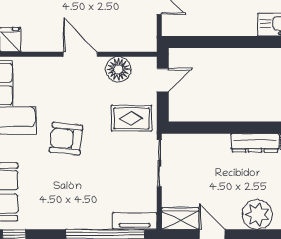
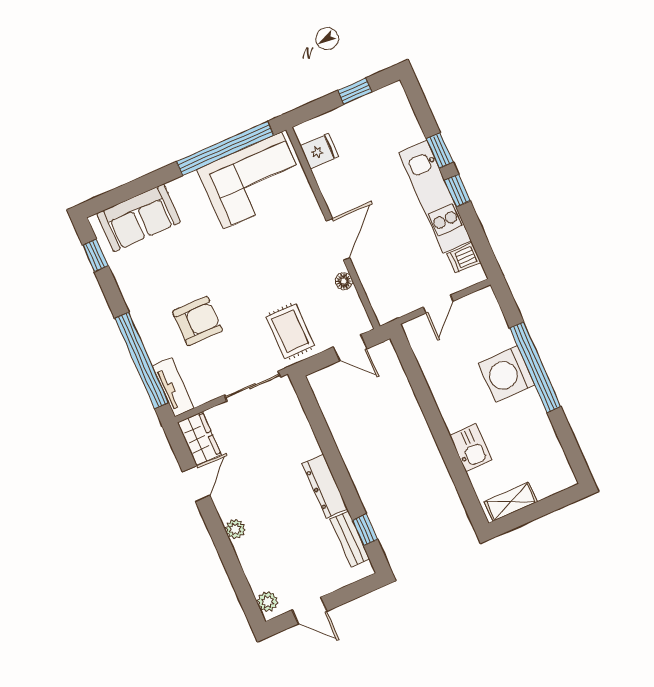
floor lamp: (118, 69) -> (344, 281), width x0.53, depth x0.53
armchair: (66, 139) -> (197, 321), moved, turned 84
plant: (257, 214) -> (235, 529), width x0.53, depth x0.53

